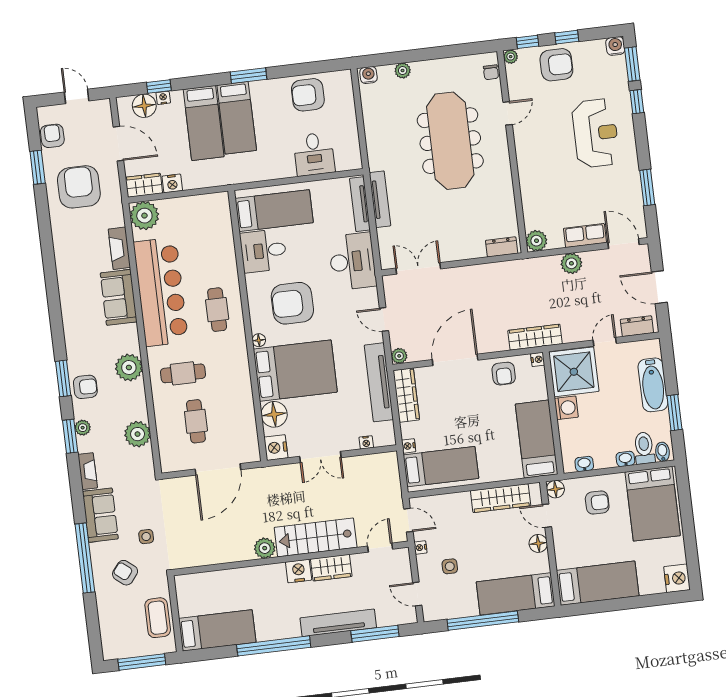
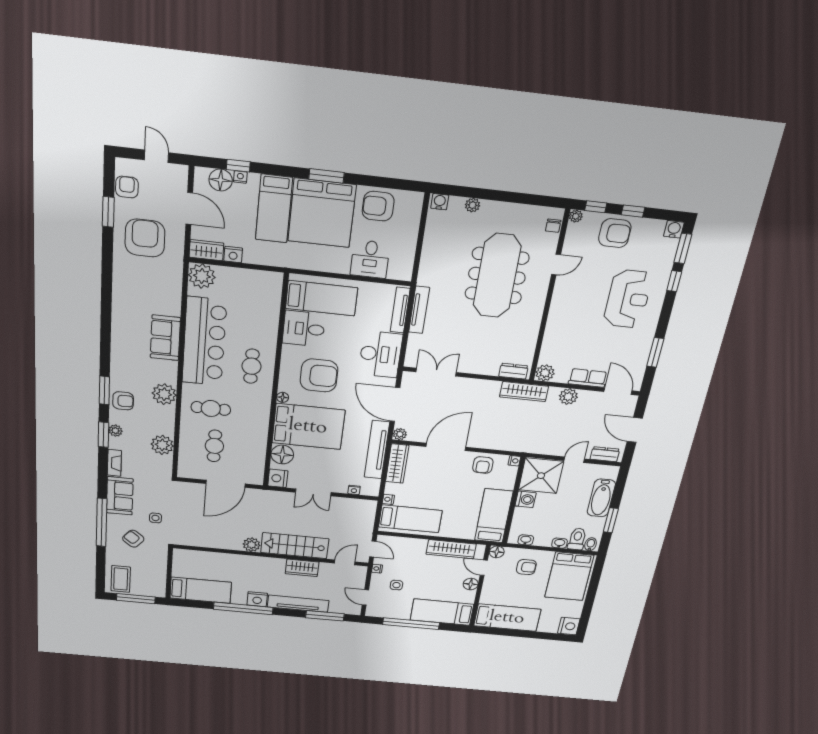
bed: (237, 118) -> (322, 213), width x2.04
fireplace: (119, 248) -> (173, 298), removed
armchair: (292, 303) -> (319, 375), turned 180
door: (384, 319) -> (395, 405), width x1.87
wardrobe: (535, 337) -> (524, 392), moved, turned 180
nightstand: (299, 571) -> (257, 599), moved, turned 180
coffee table: (158, 618) -> (121, 579), moved

